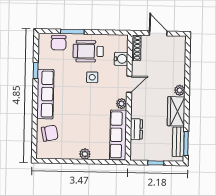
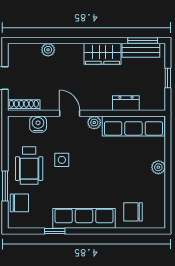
plant: (180, 90) -> (48, 50), moved
chair: (50, 133) -> (133, 212), turned -79

